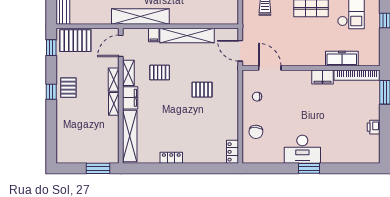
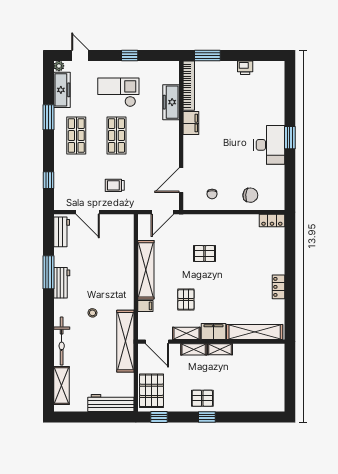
shelving: (140, 17) -> (125, 341), moved
pallet: (202, 90) -> (204, 254), turned 90
window: (98, 168) -> (290, 366), removed

